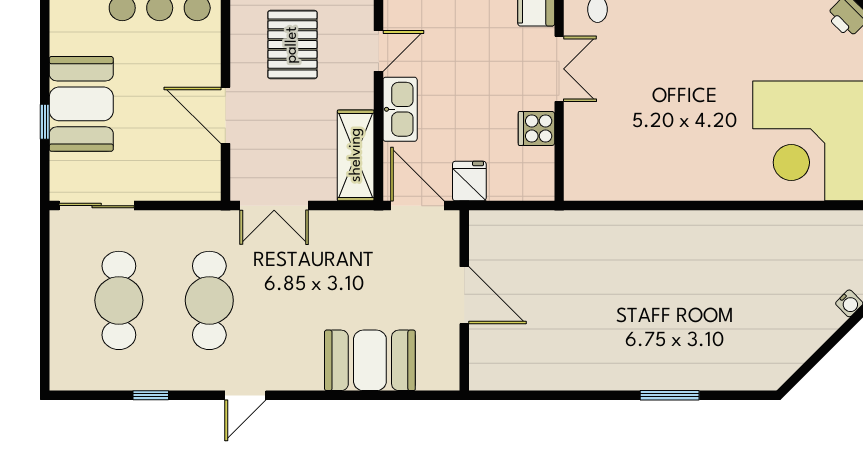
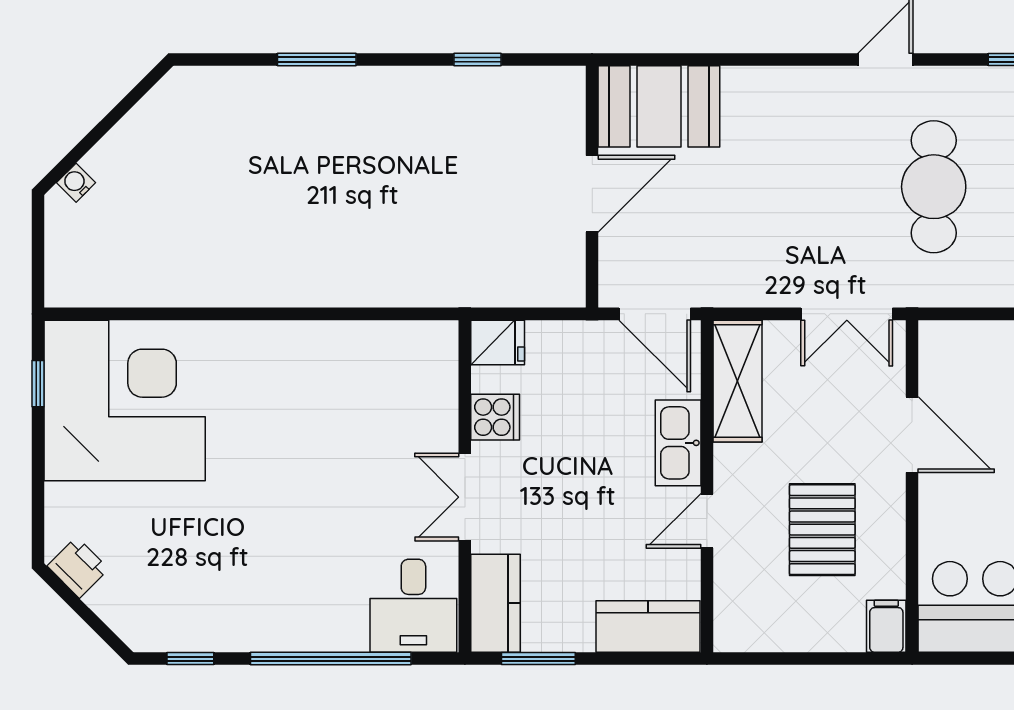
fridge: (469, 181) -> (498, 342), moved, turned -90
double door: (274, 206) -> (847, 314), swing flipped
door: (464, 295) -> (592, 194), swing flipped
booth: (370, 360) -> (659, 106), moved
window: (550, 395) -> (478, 59), added

